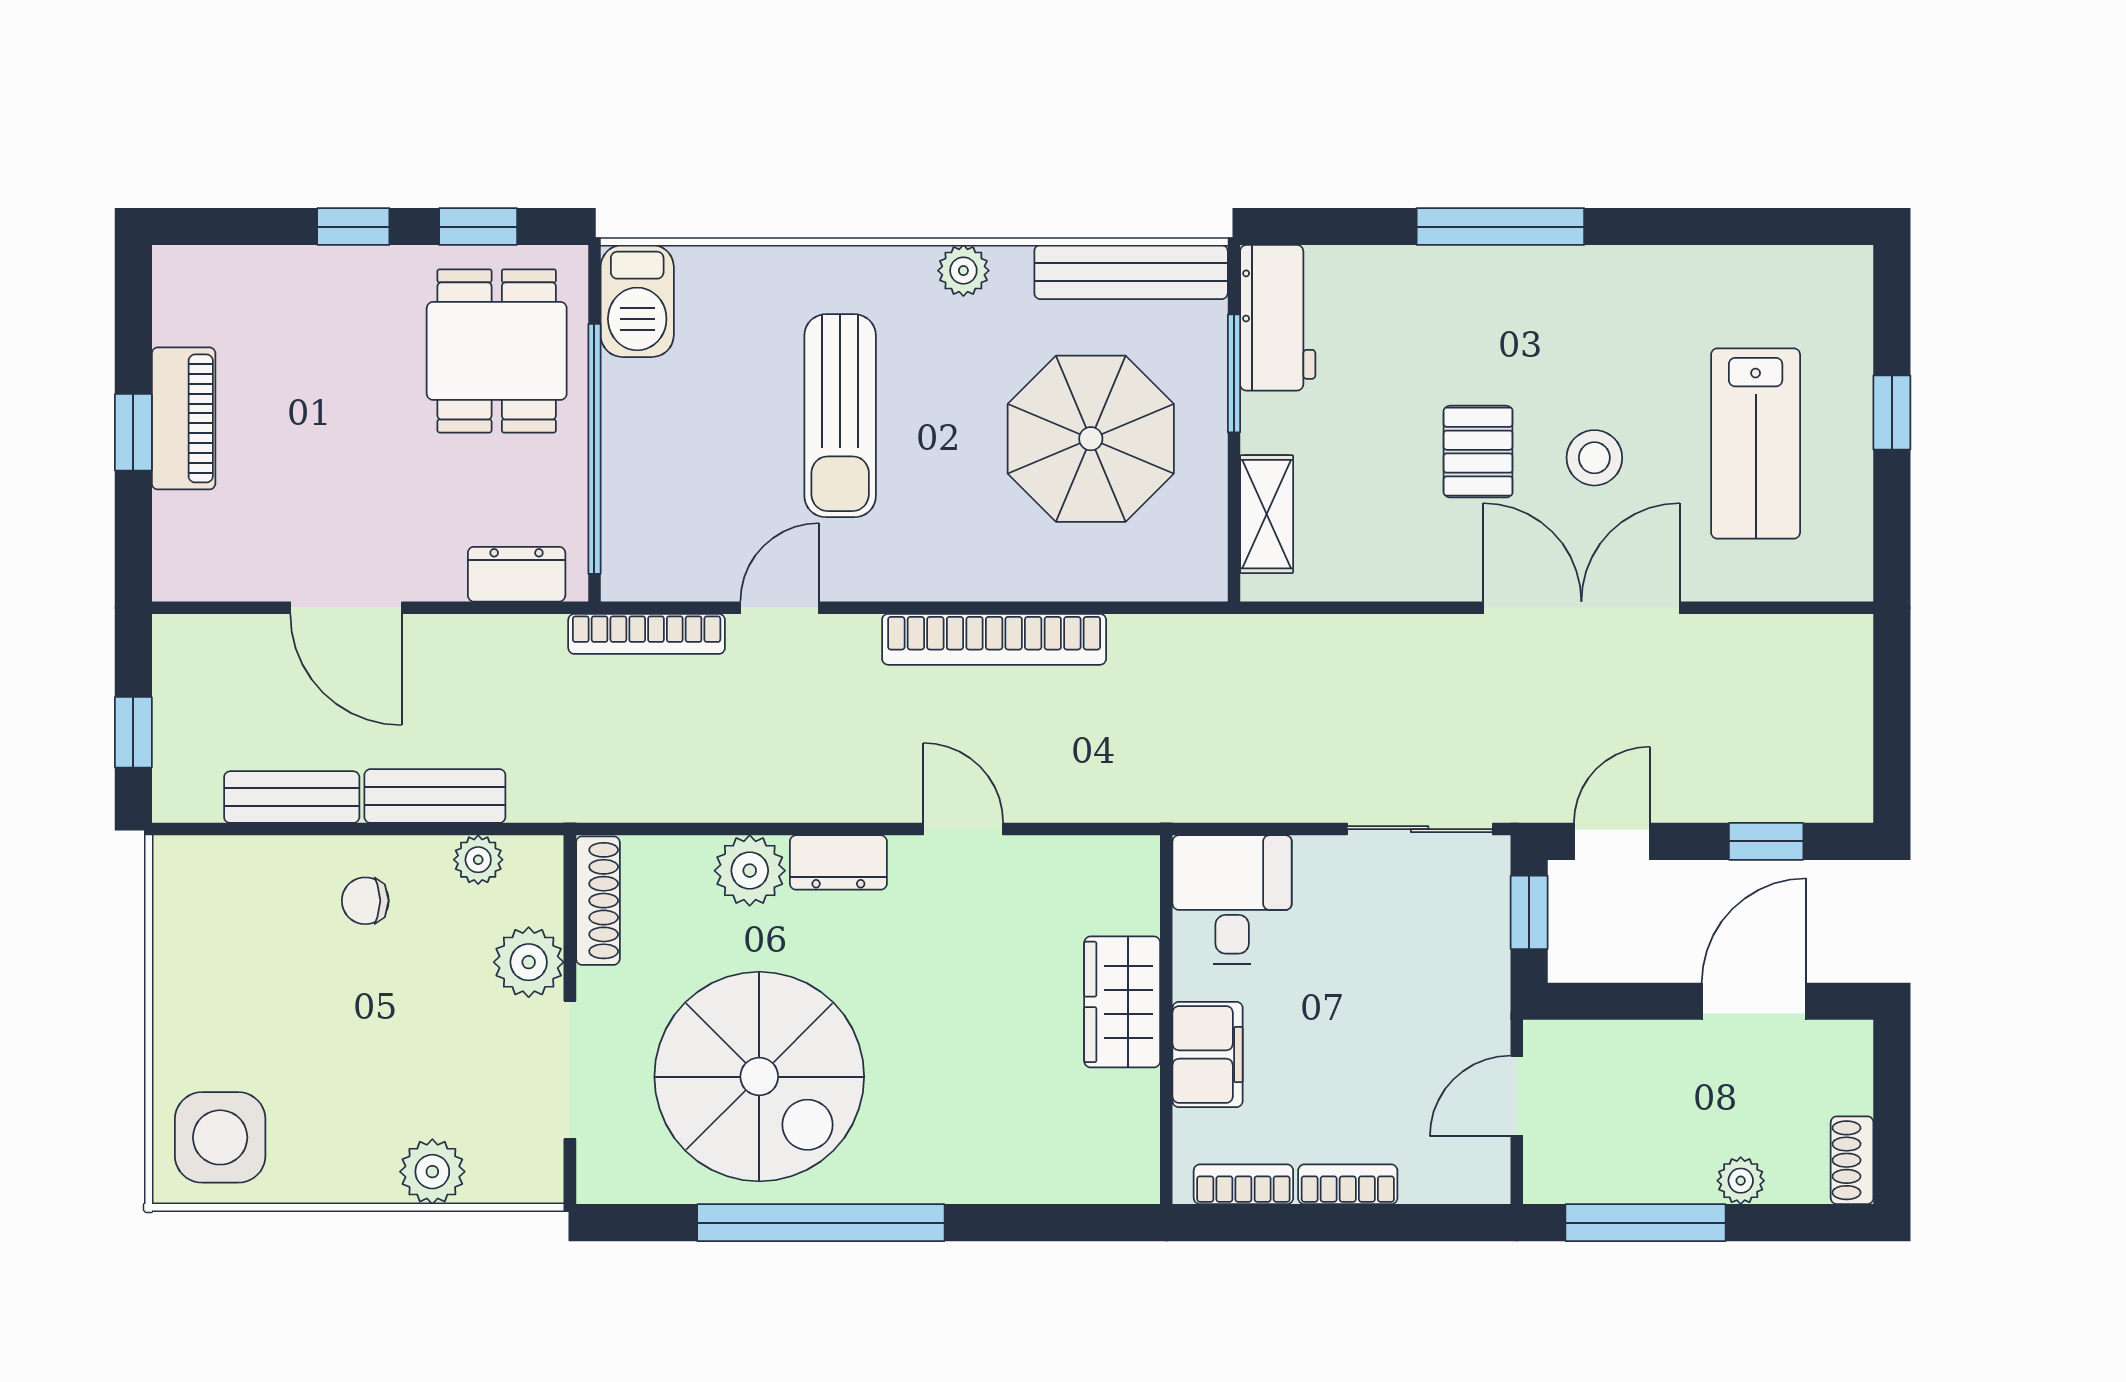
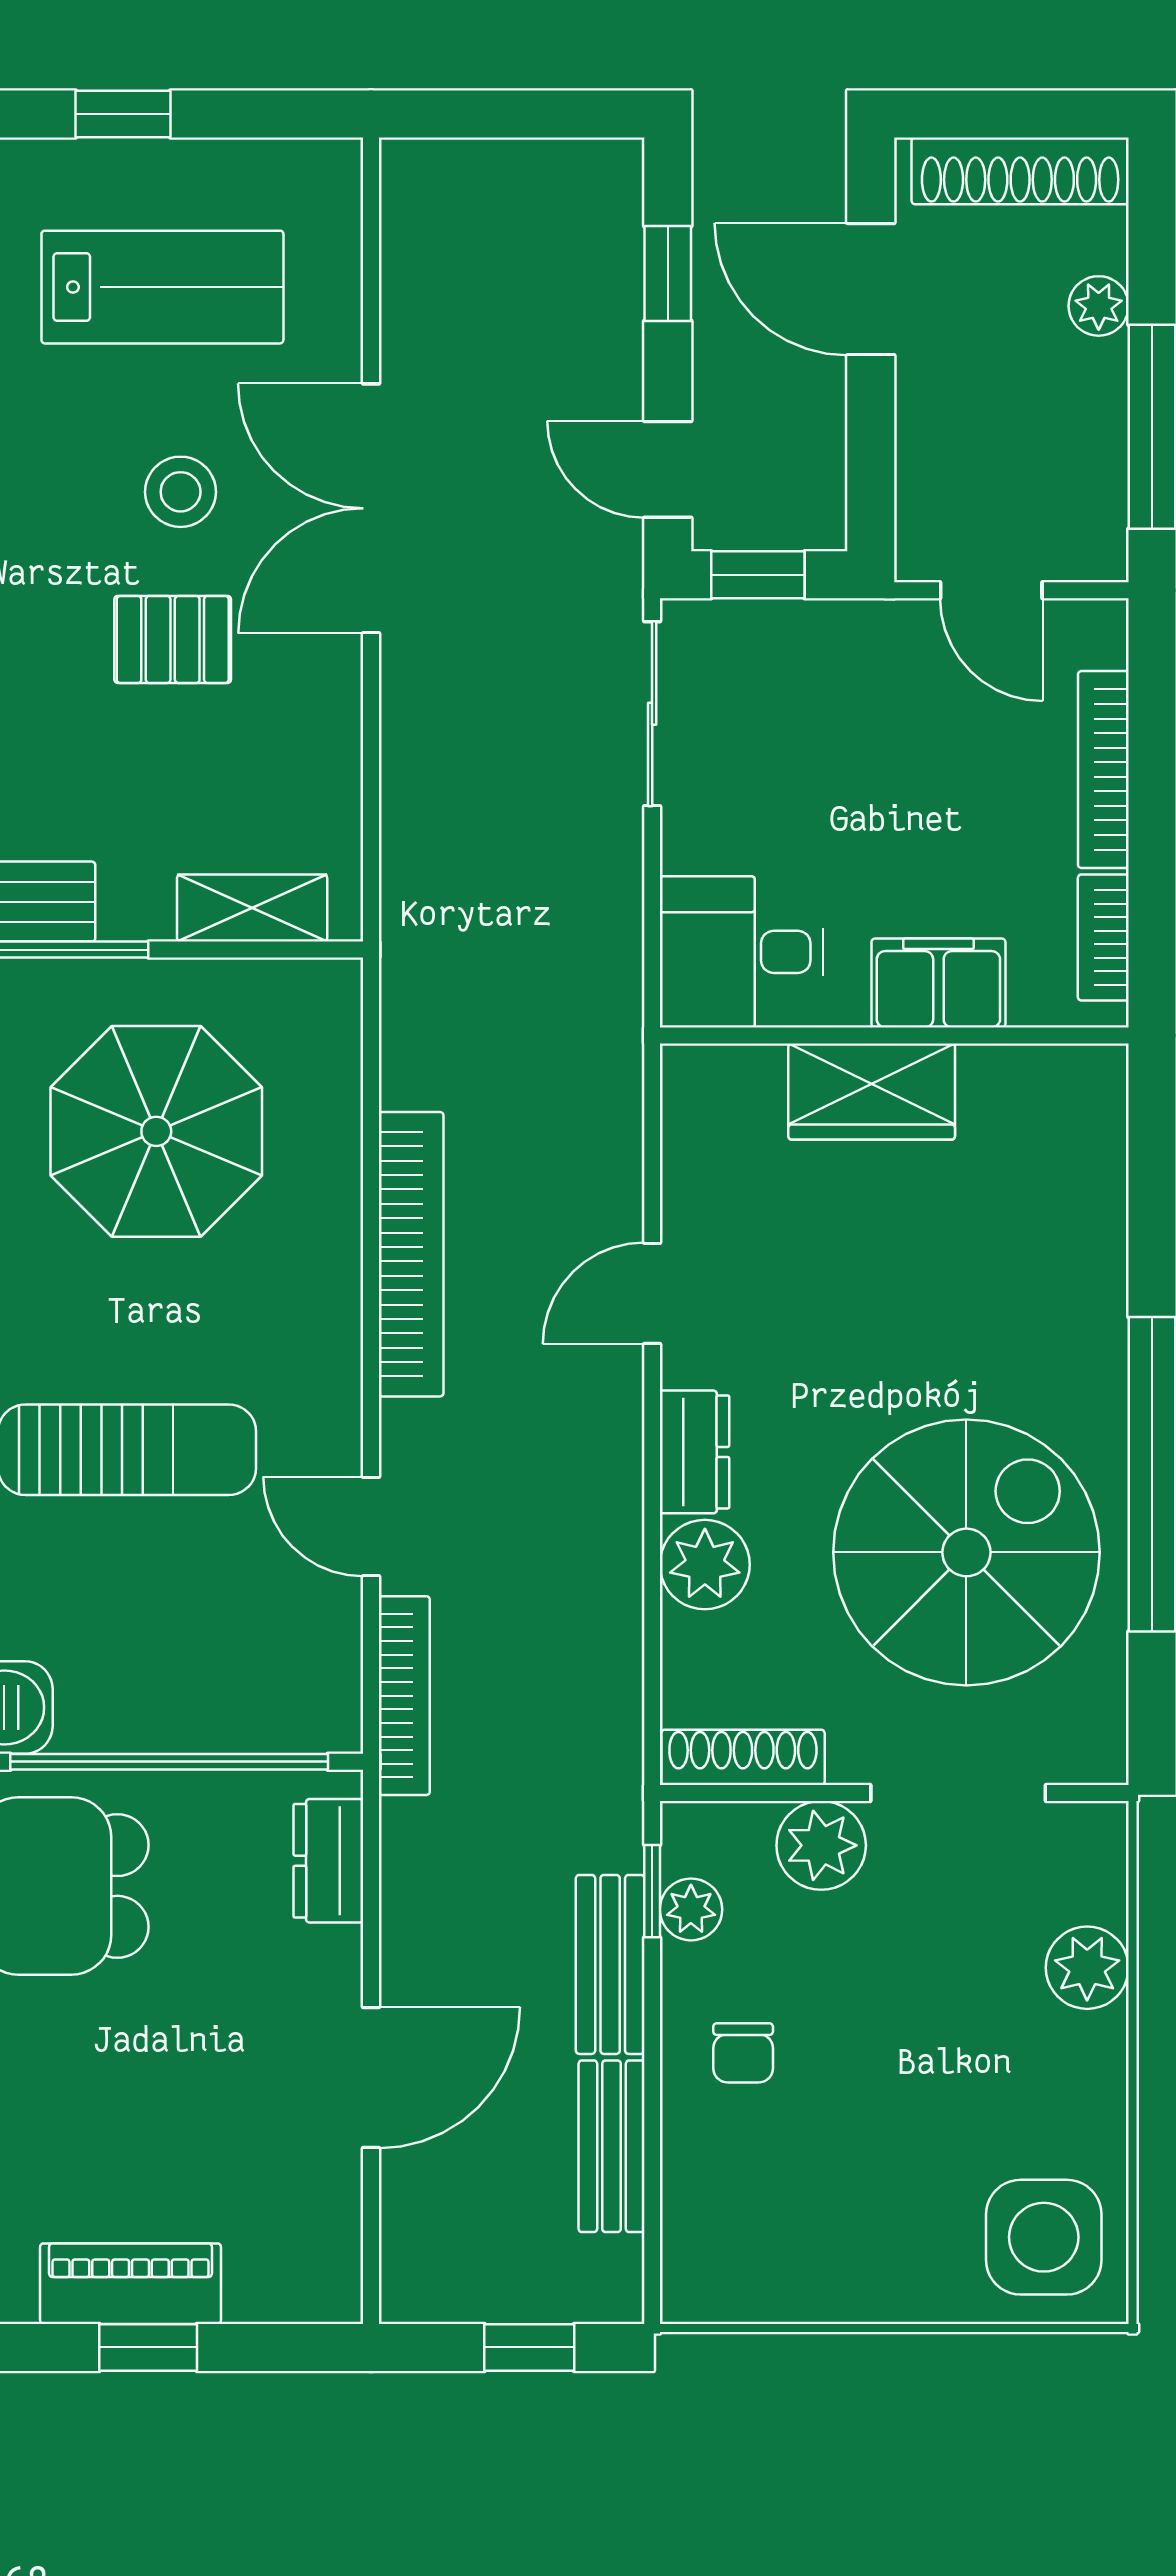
window: (493, 829) -> (652, 1891), added
shoe rack: (1852, 1160) -> (1020, 171), width x1.94, depth x1.24
bookcase: (1348, 1184) -> (1103, 770), width x1.56

